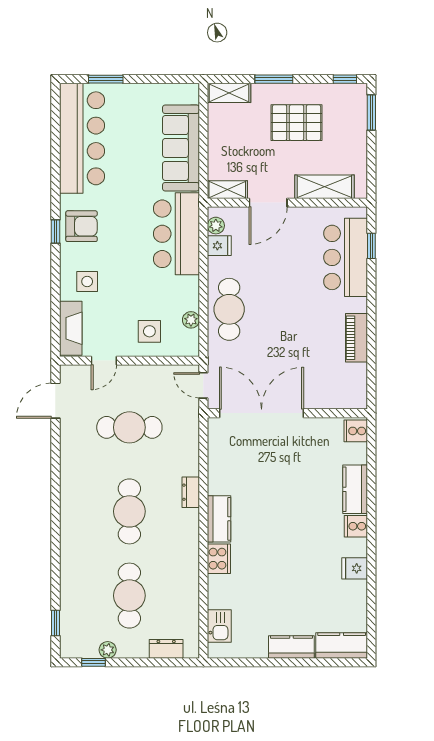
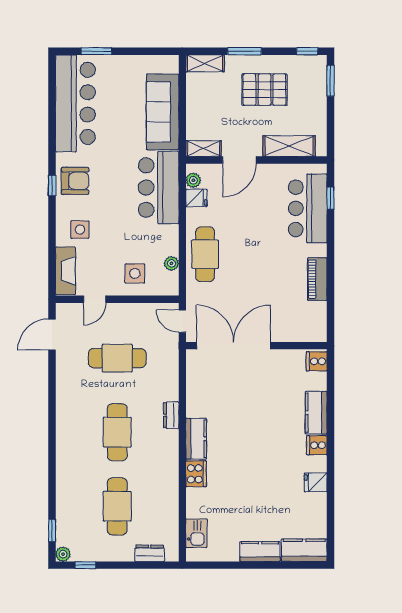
plant: (108, 650) -> (63, 554), moved

